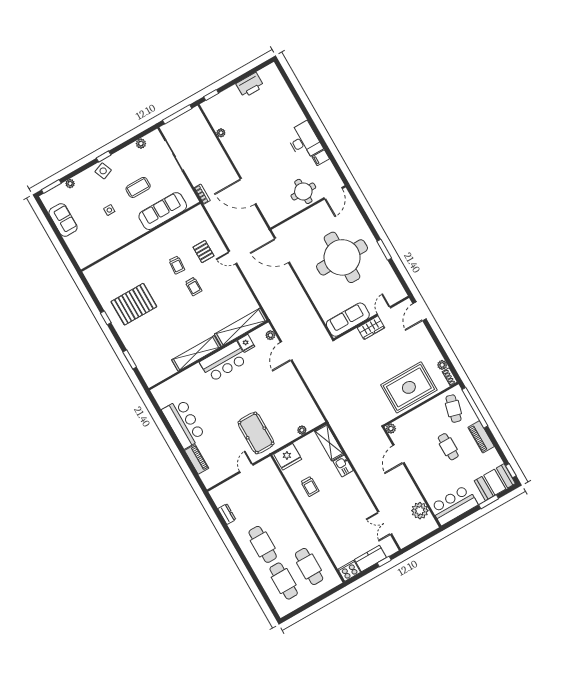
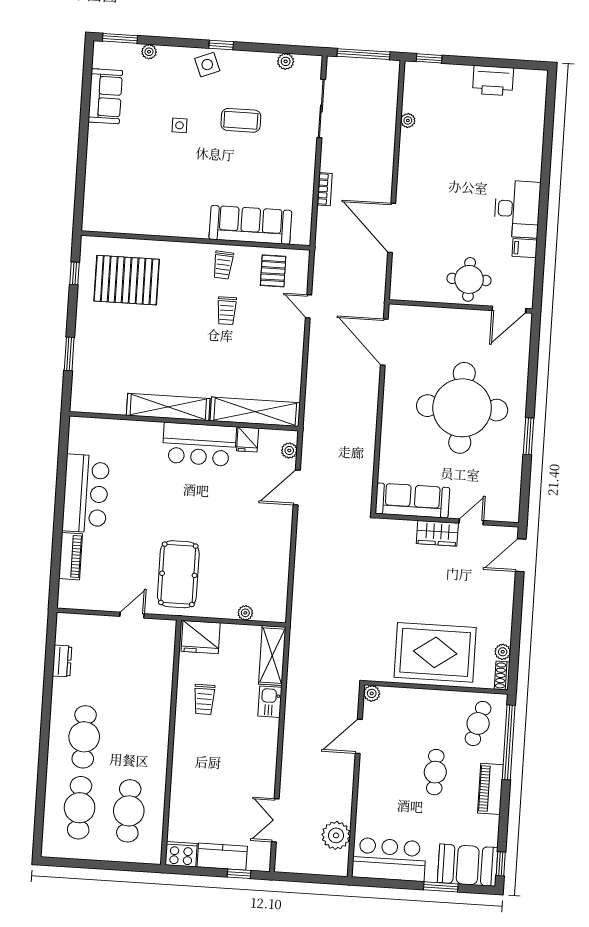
sofa: (163, 211) -> (250, 225), moved
wall: (141, 237) -> (196, 240), moved

